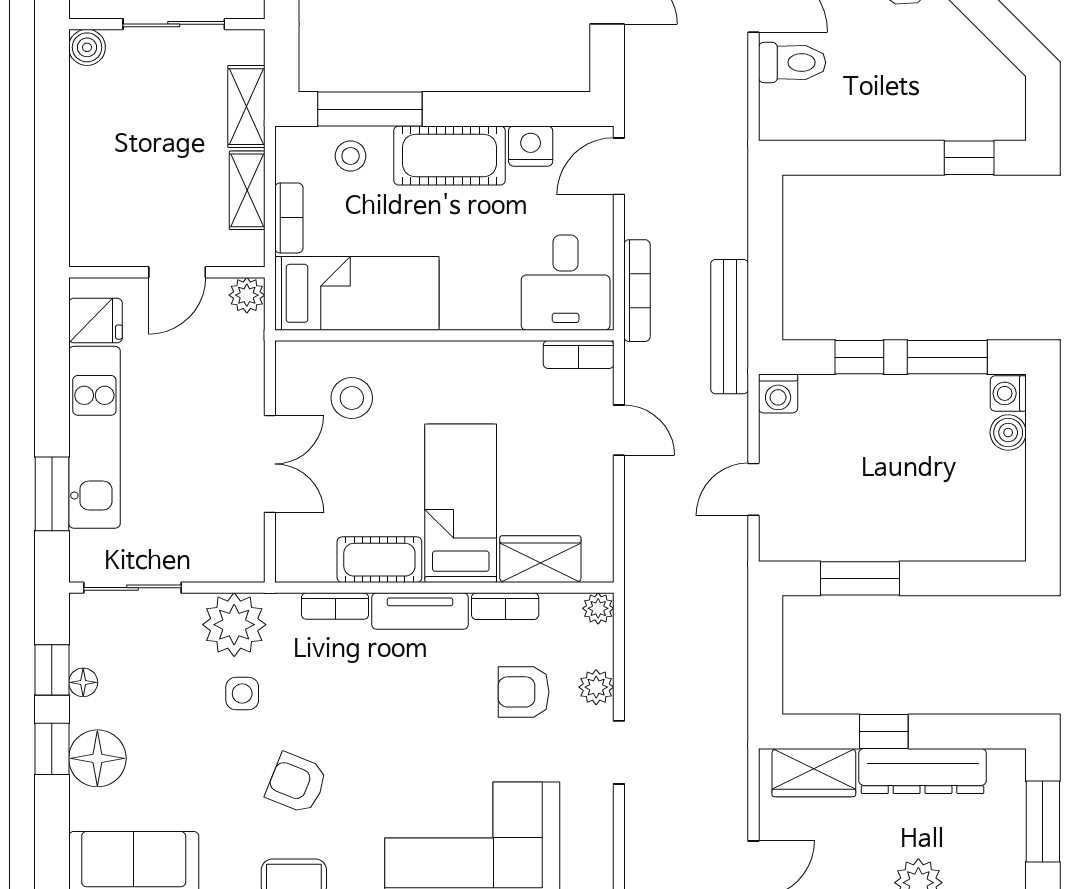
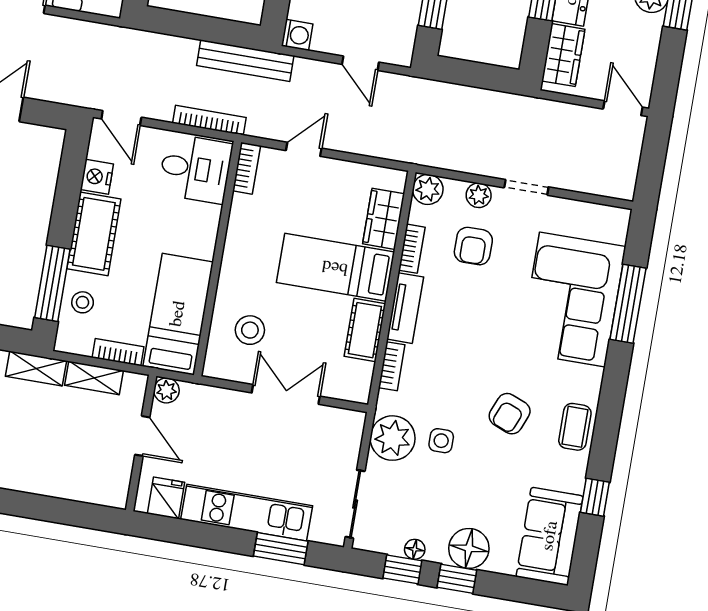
plant: (598, 608) -> (428, 189), width x1.38, depth x1.38

